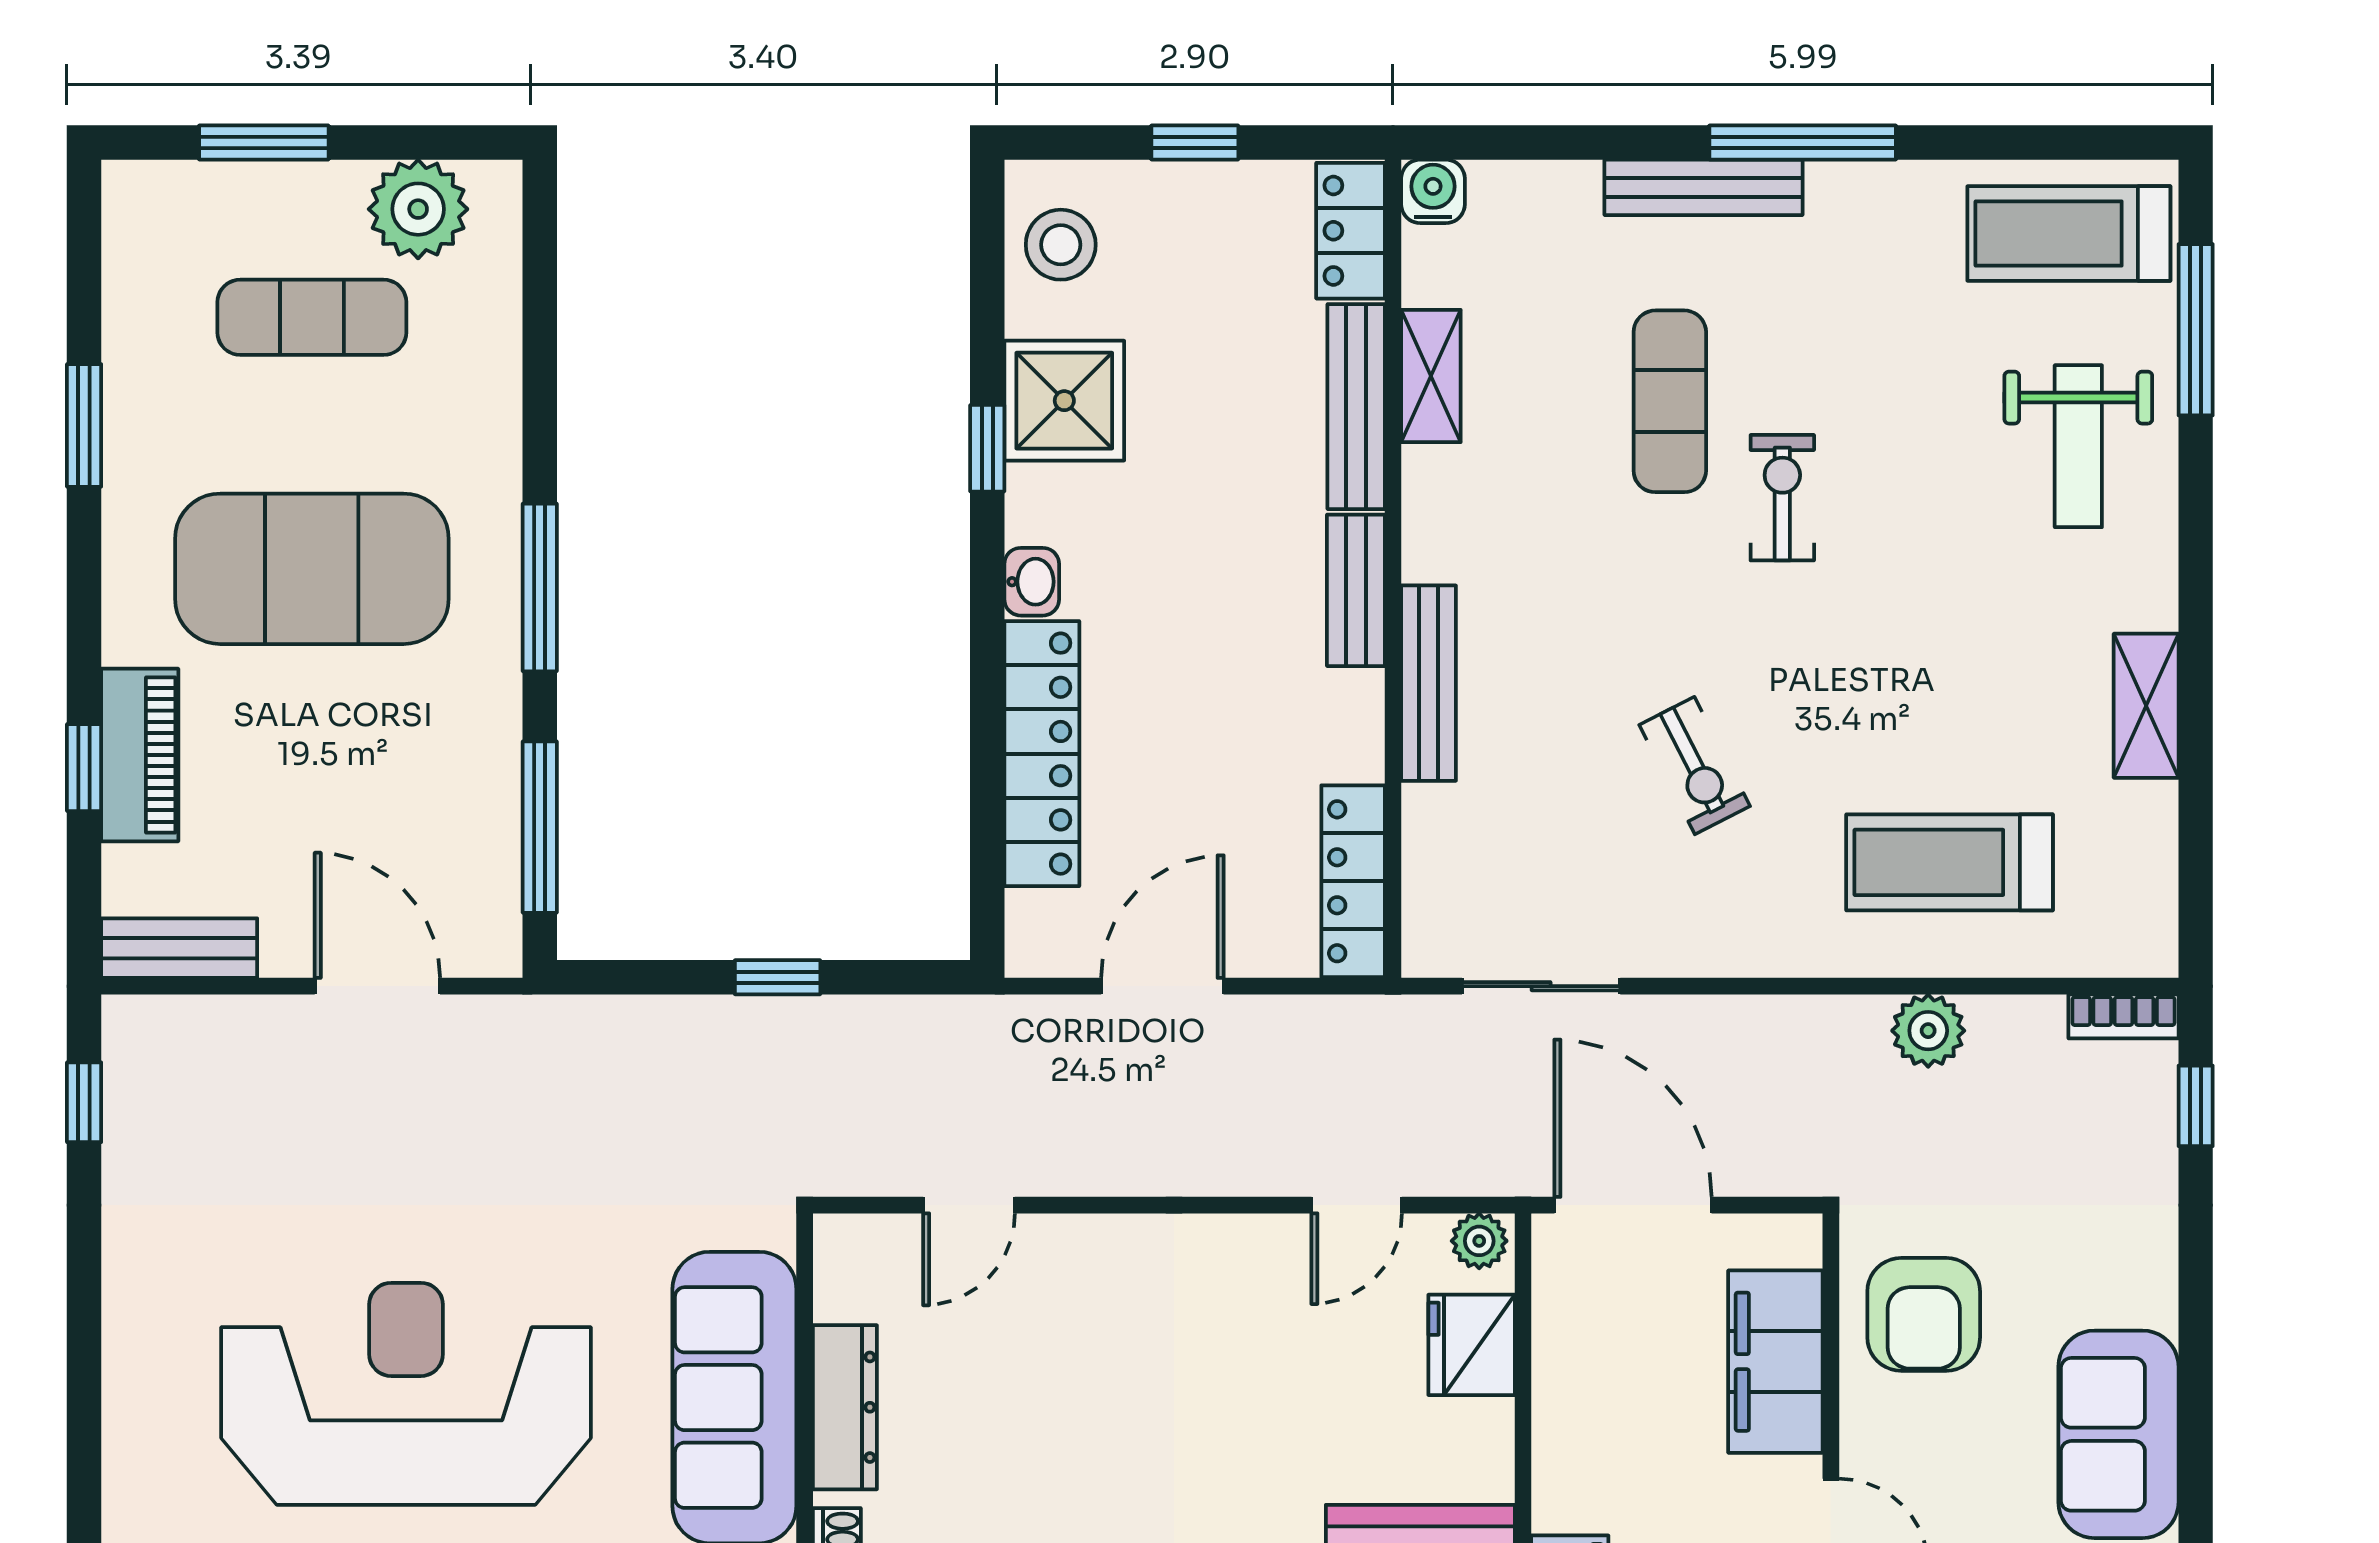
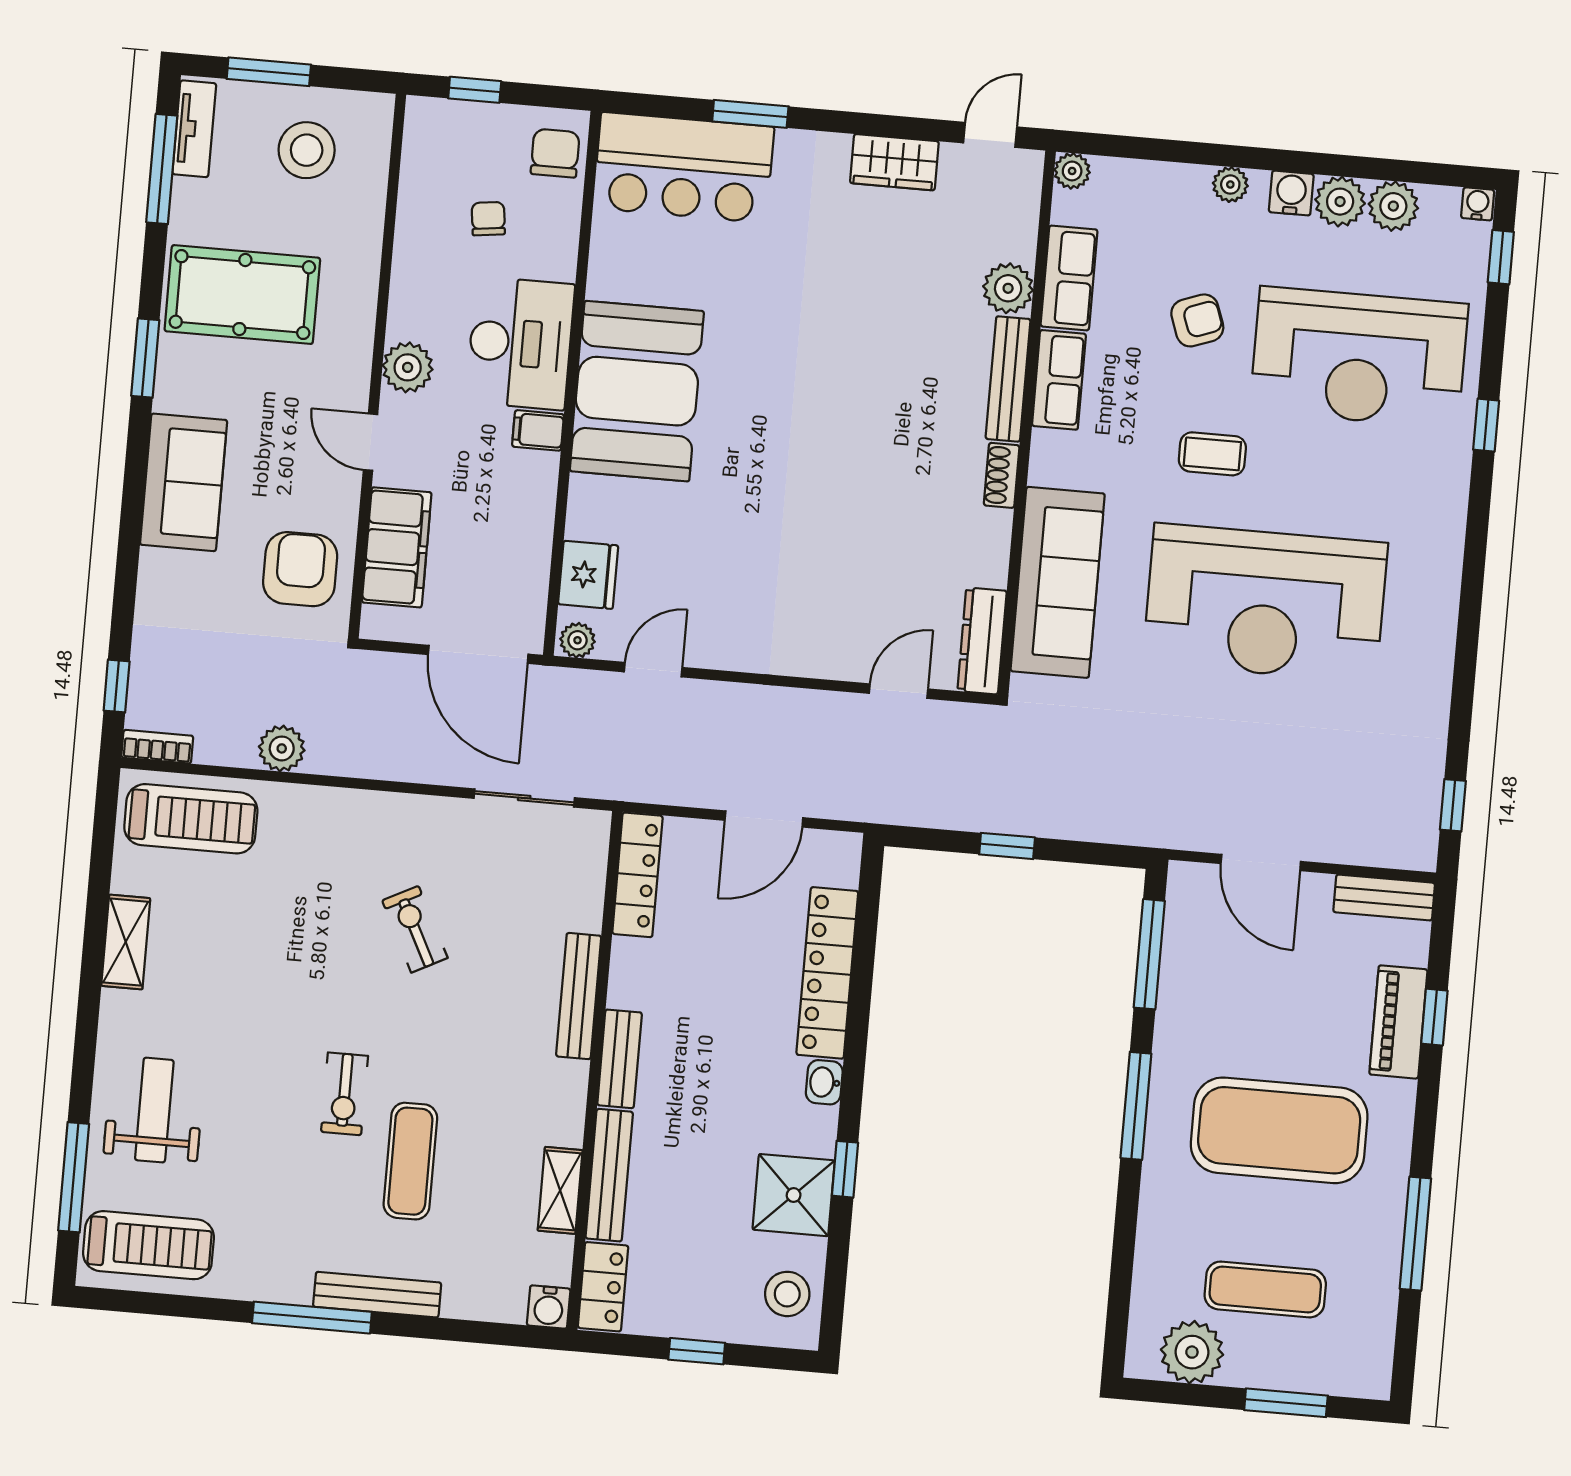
window: (84, 425) -> (1415, 1234), width x1.44
treadmill: (1949, 862) -> (191, 819), moved
dresser: (845, 1407) -> (982, 641), moved

